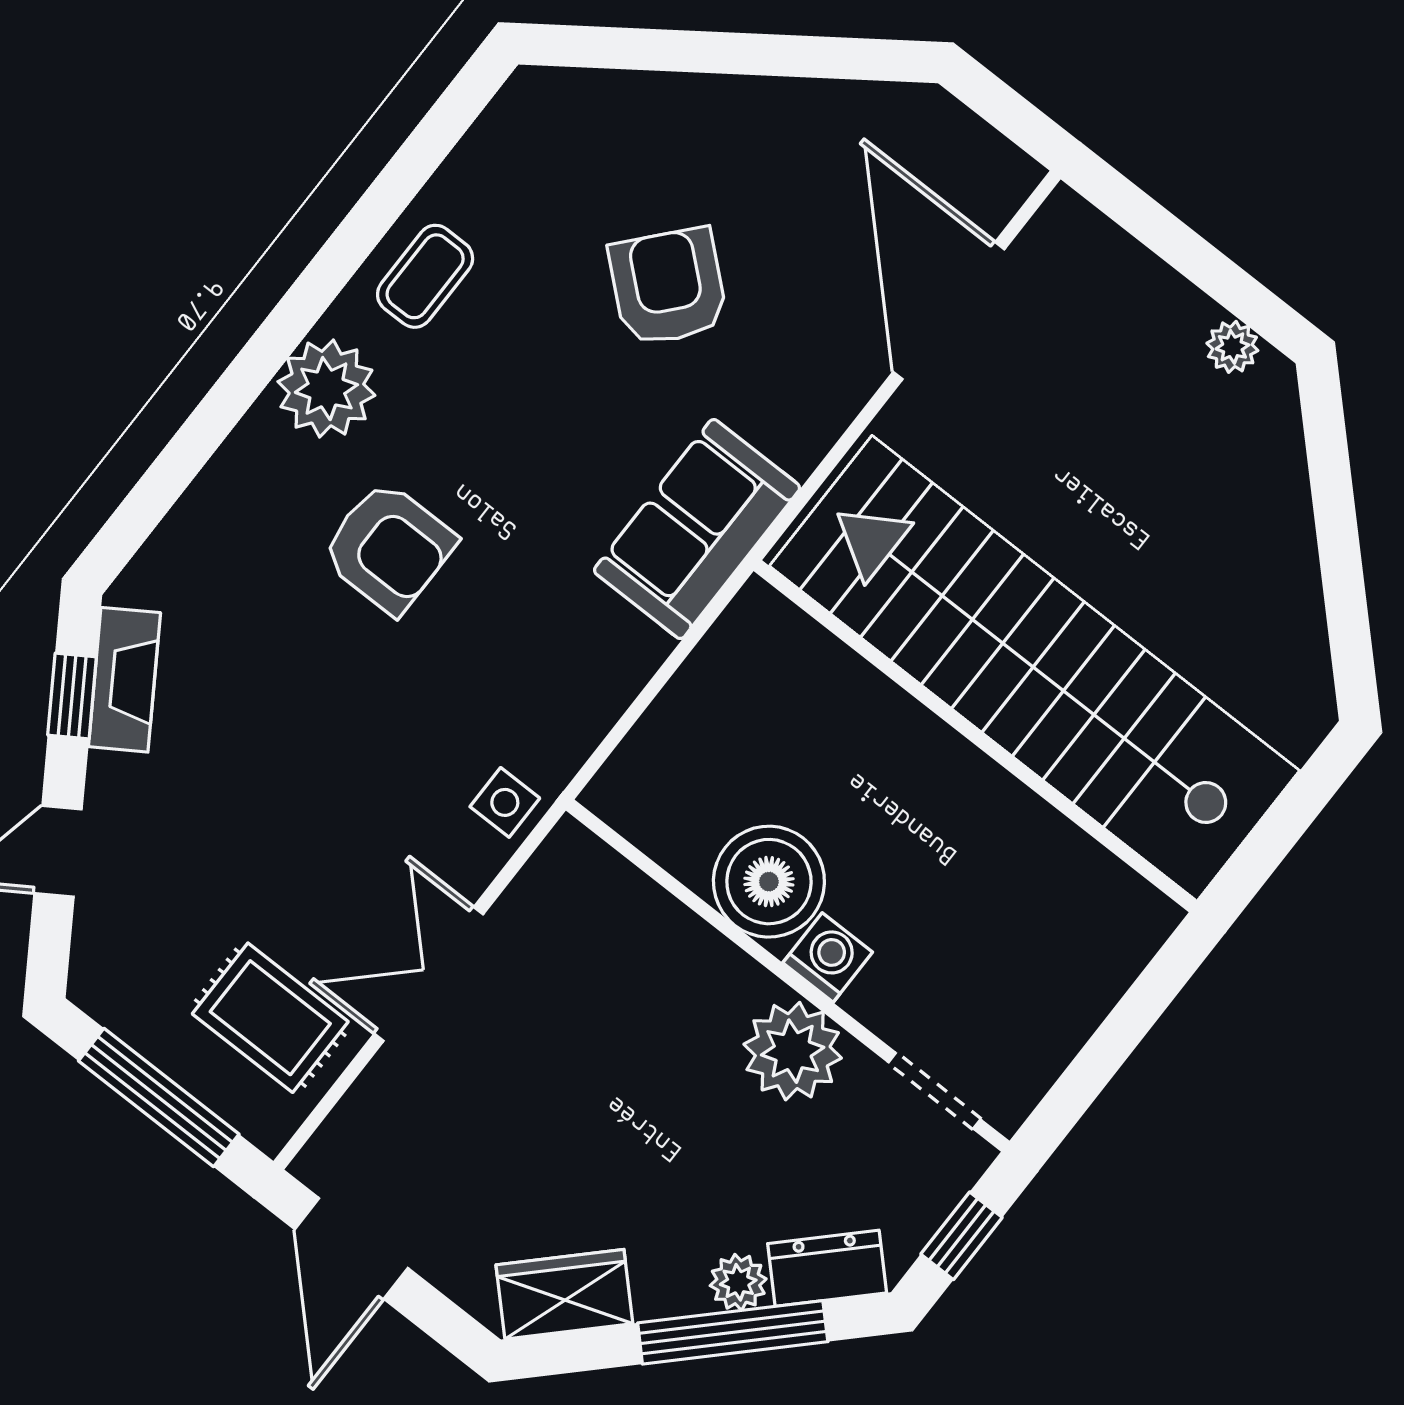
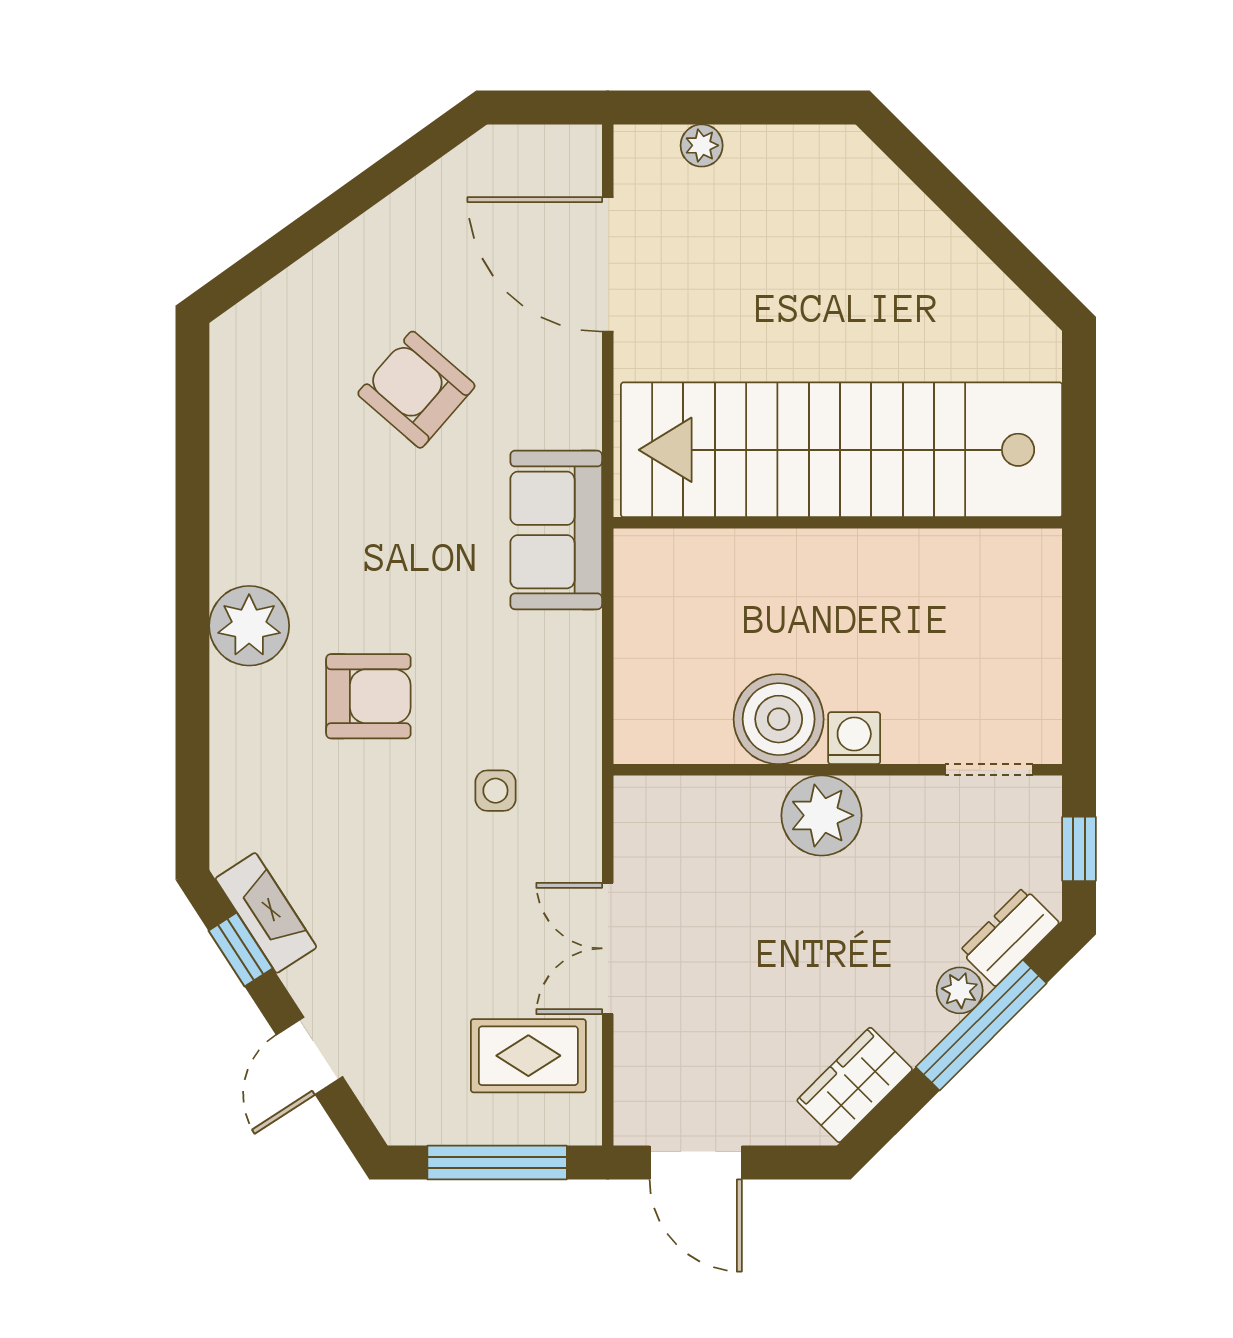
coffee table: (425, 276) -> (256, 505), removed
plant: (1232, 347) -> (702, 145), moved
side table: (505, 802) -> (495, 791), moved
plant: (793, 1051) -> (822, 815), moved

